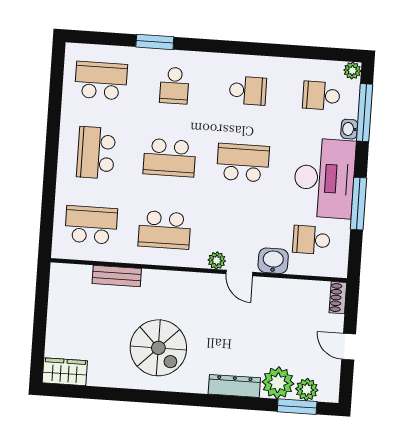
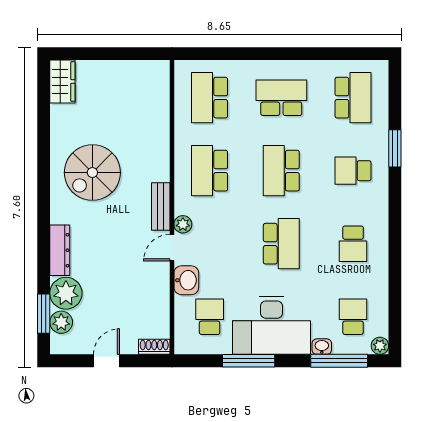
school desk: (91, 225) -> (210, 98), turned 180
bench: (117, 276) -> (161, 207), moved

